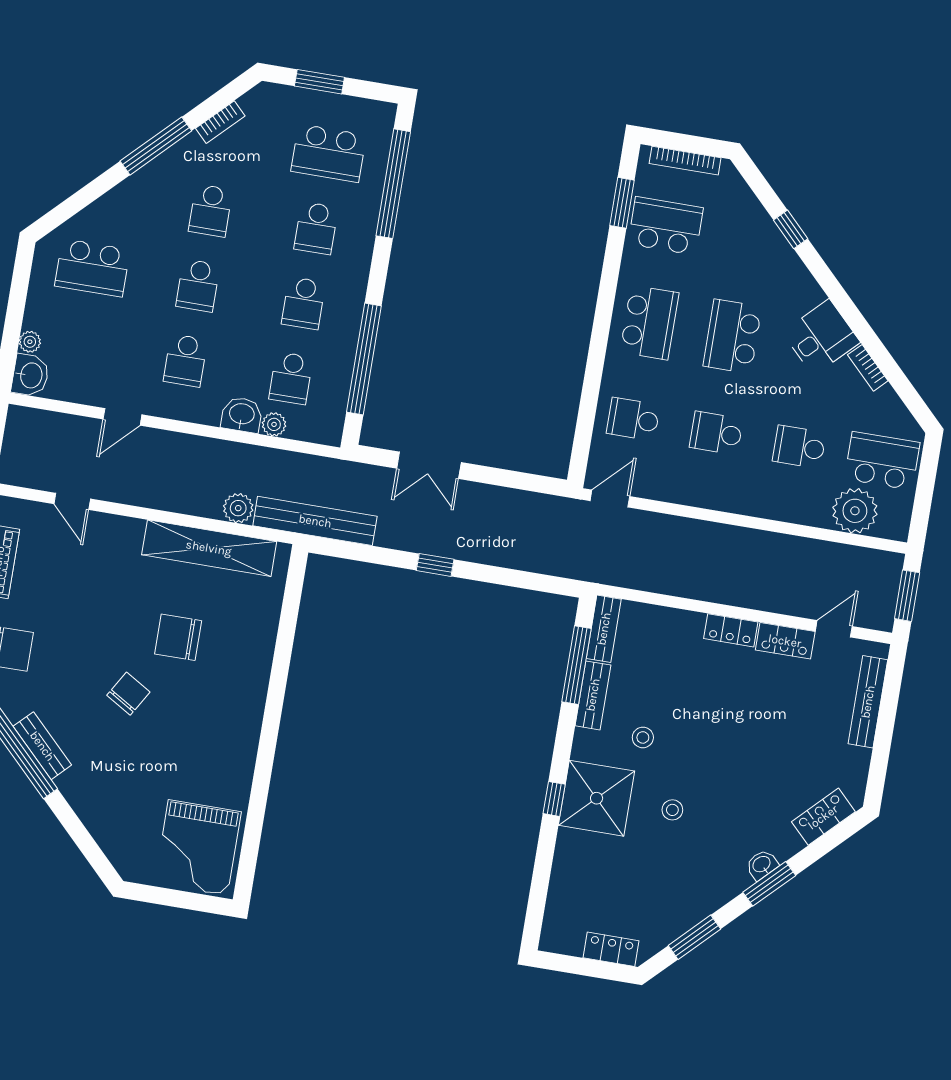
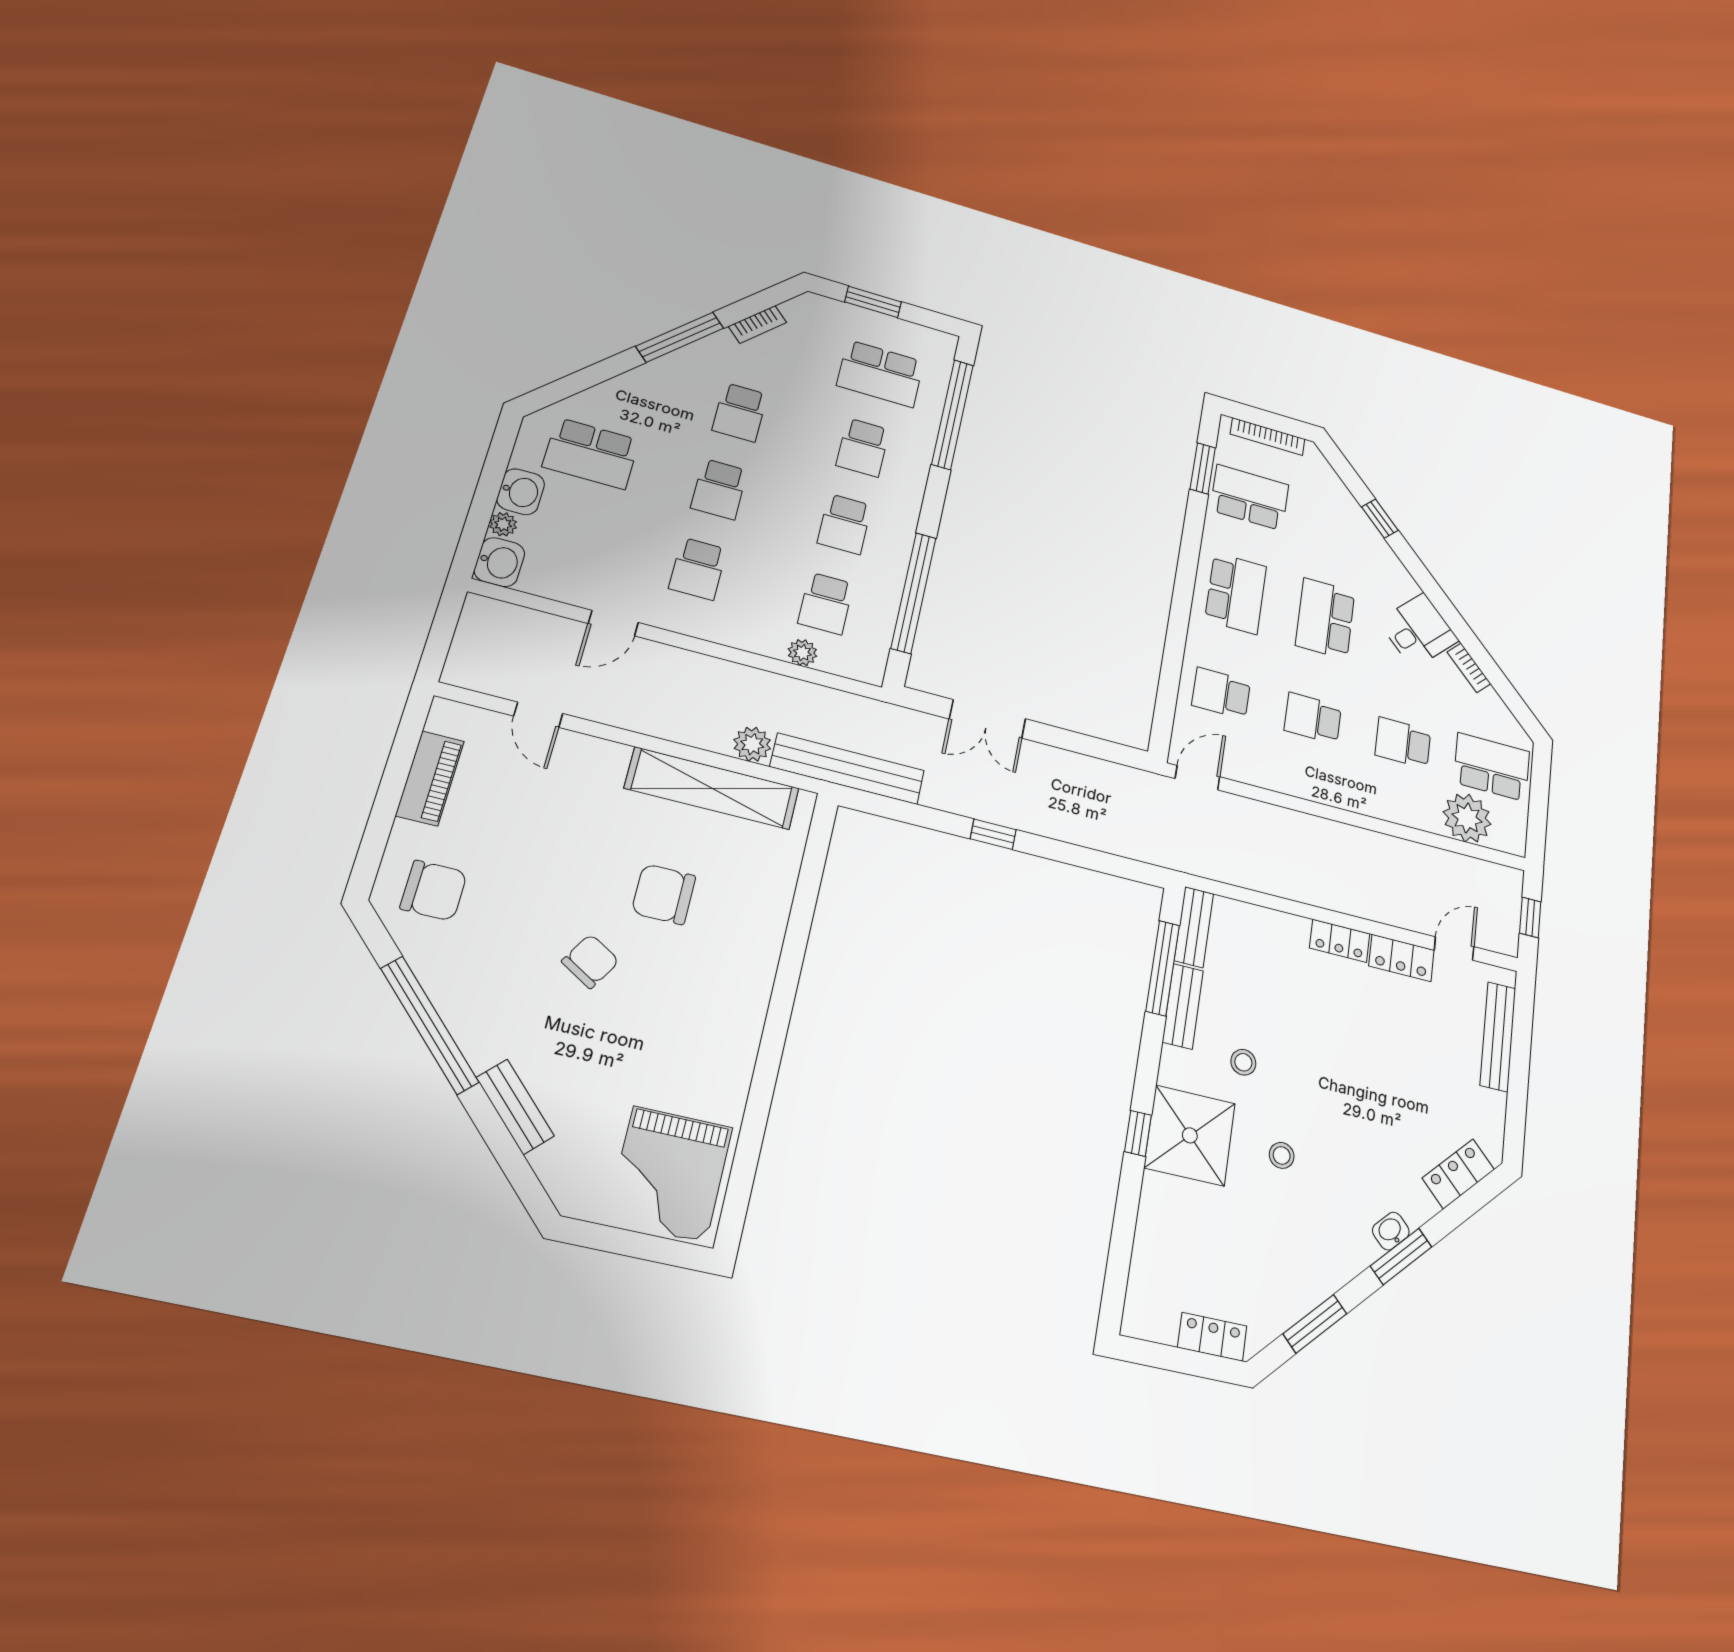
washbasin: (242, 415) -> (521, 492), moved, turned 90
window: (907, 596) -> (1530, 917), width x0.67
bench: (42, 746) -> (515, 1107), moved

